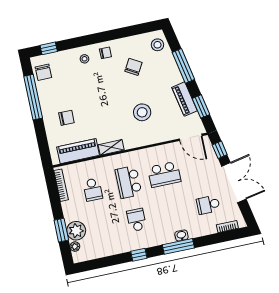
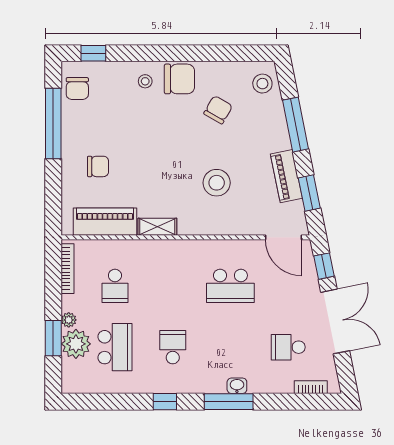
chair: (105, 53) -> (179, 79), width x1.87, depth x1.87
school desk: (129, 182) -> (115, 347), moved, turned 180
plant: (75, 247) -> (69, 320), moved

